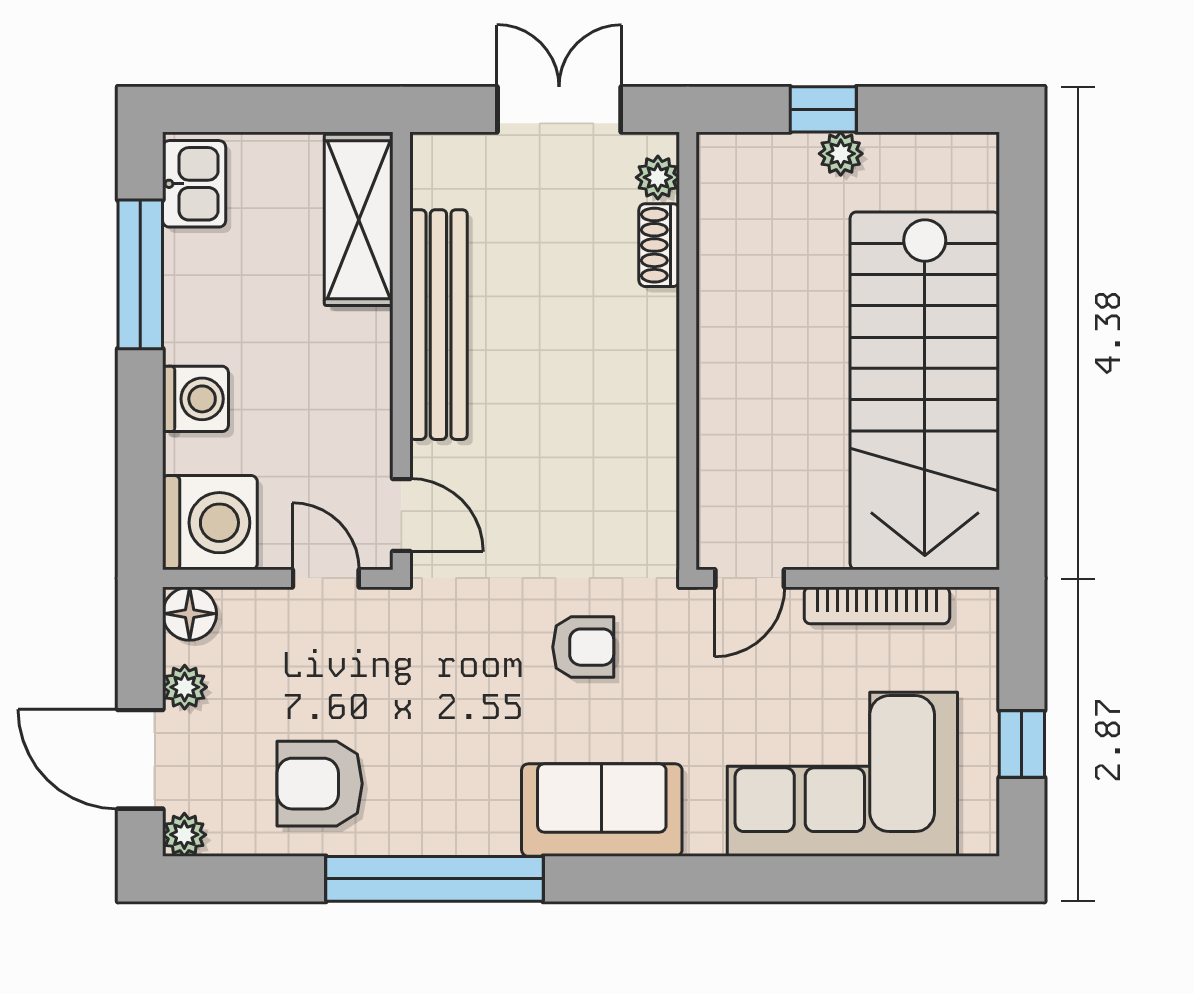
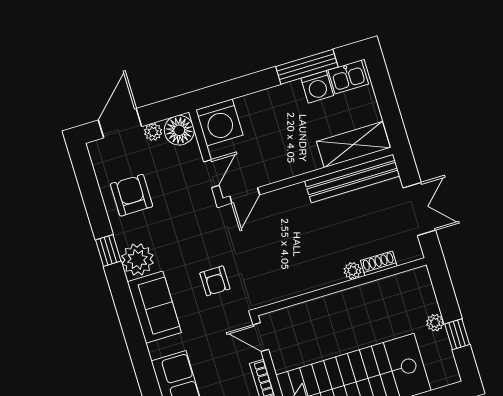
window: (823, 109) -> (457, 334), moved
plant: (658, 177) -> (352, 271), moved
bench: (438, 325) -> (352, 178), moved
washing machine: (196, 399) -> (317, 87), moved
floor lamp: (190, 614) -> (179, 130), width x1.38, depth x1.38
plant: (184, 835) -> (137, 259), moved, width x1.88, depth x1.88
window: (435, 879) -> (108, 251), width x0.32

